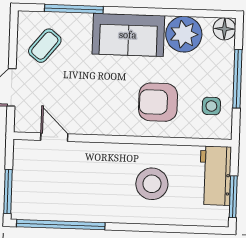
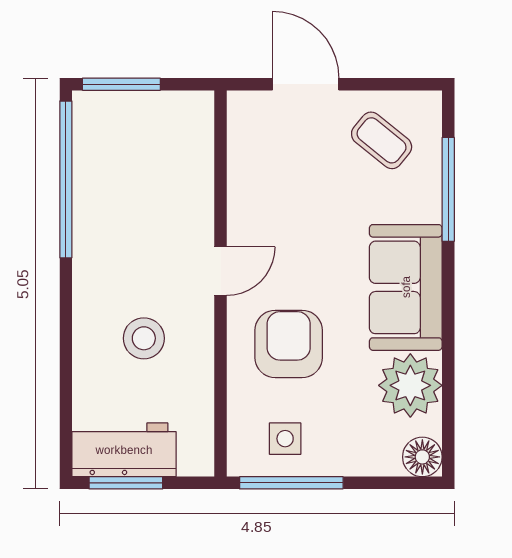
window: (237, 79) -> (291, 483), moved
door: (54, 137) -> (220, 271), moved
workbench: (215, 176) -> (124, 450), moved
stool: (152, 184) -> (144, 338), width x0.73, depth x0.73

